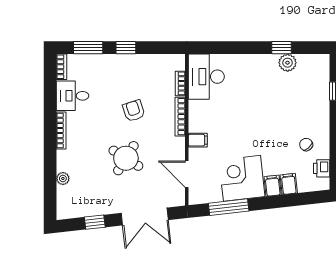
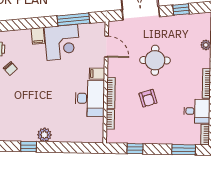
window: (126, 48) -> (135, 149), moved
plant: (288, 63) -> (44, 135), moved
desk: (206, 77) -> (90, 98), moved
round table: (126, 158) -> (155, 60), turned -32
filing cabinet: (289, 184) -> (25, 37), removed

